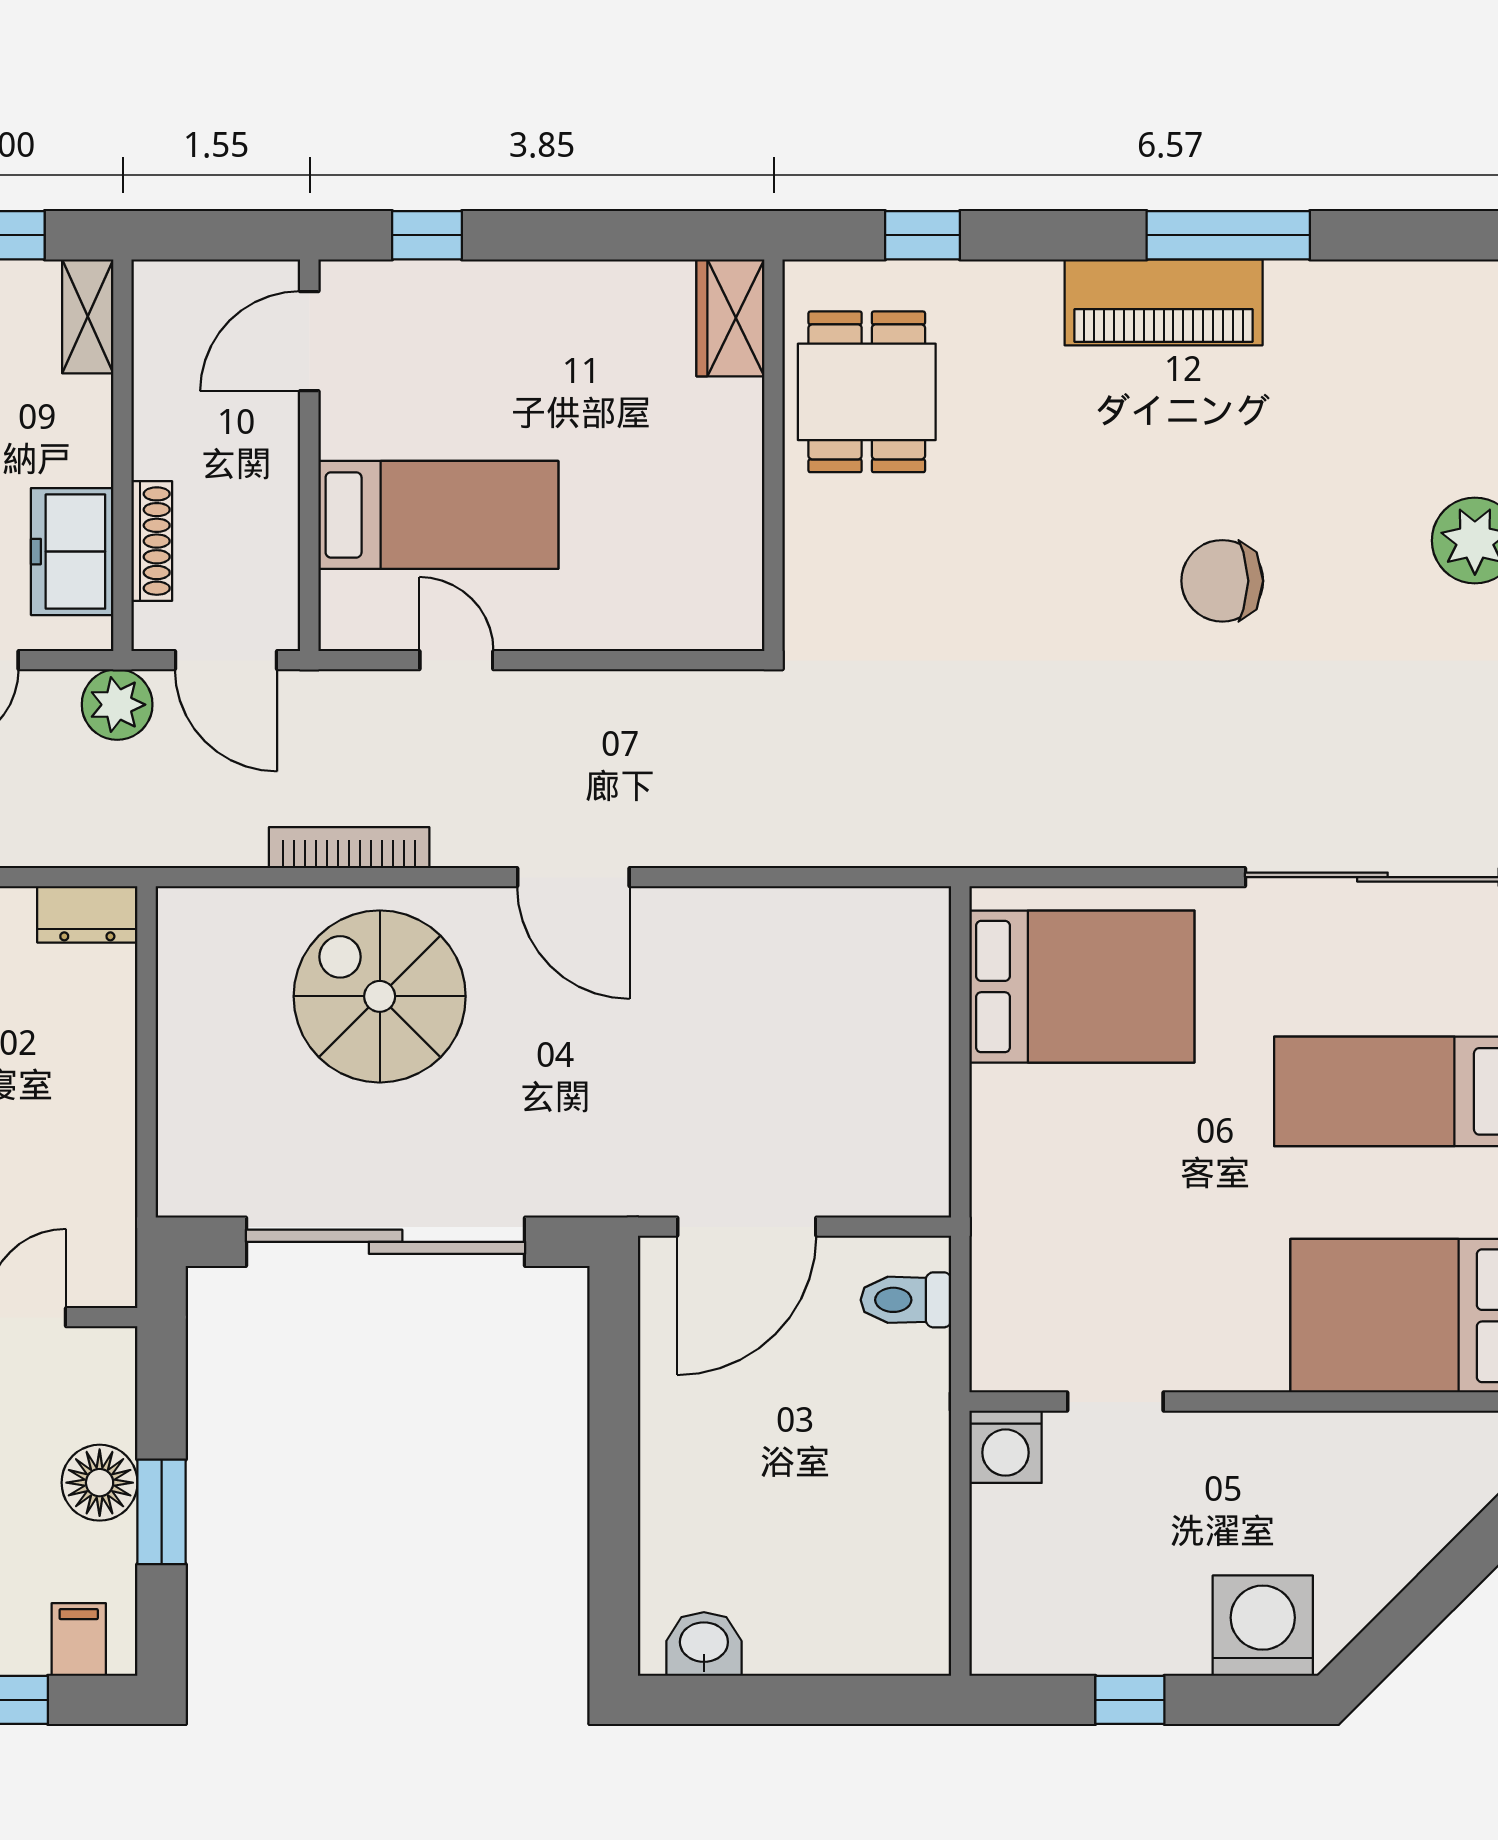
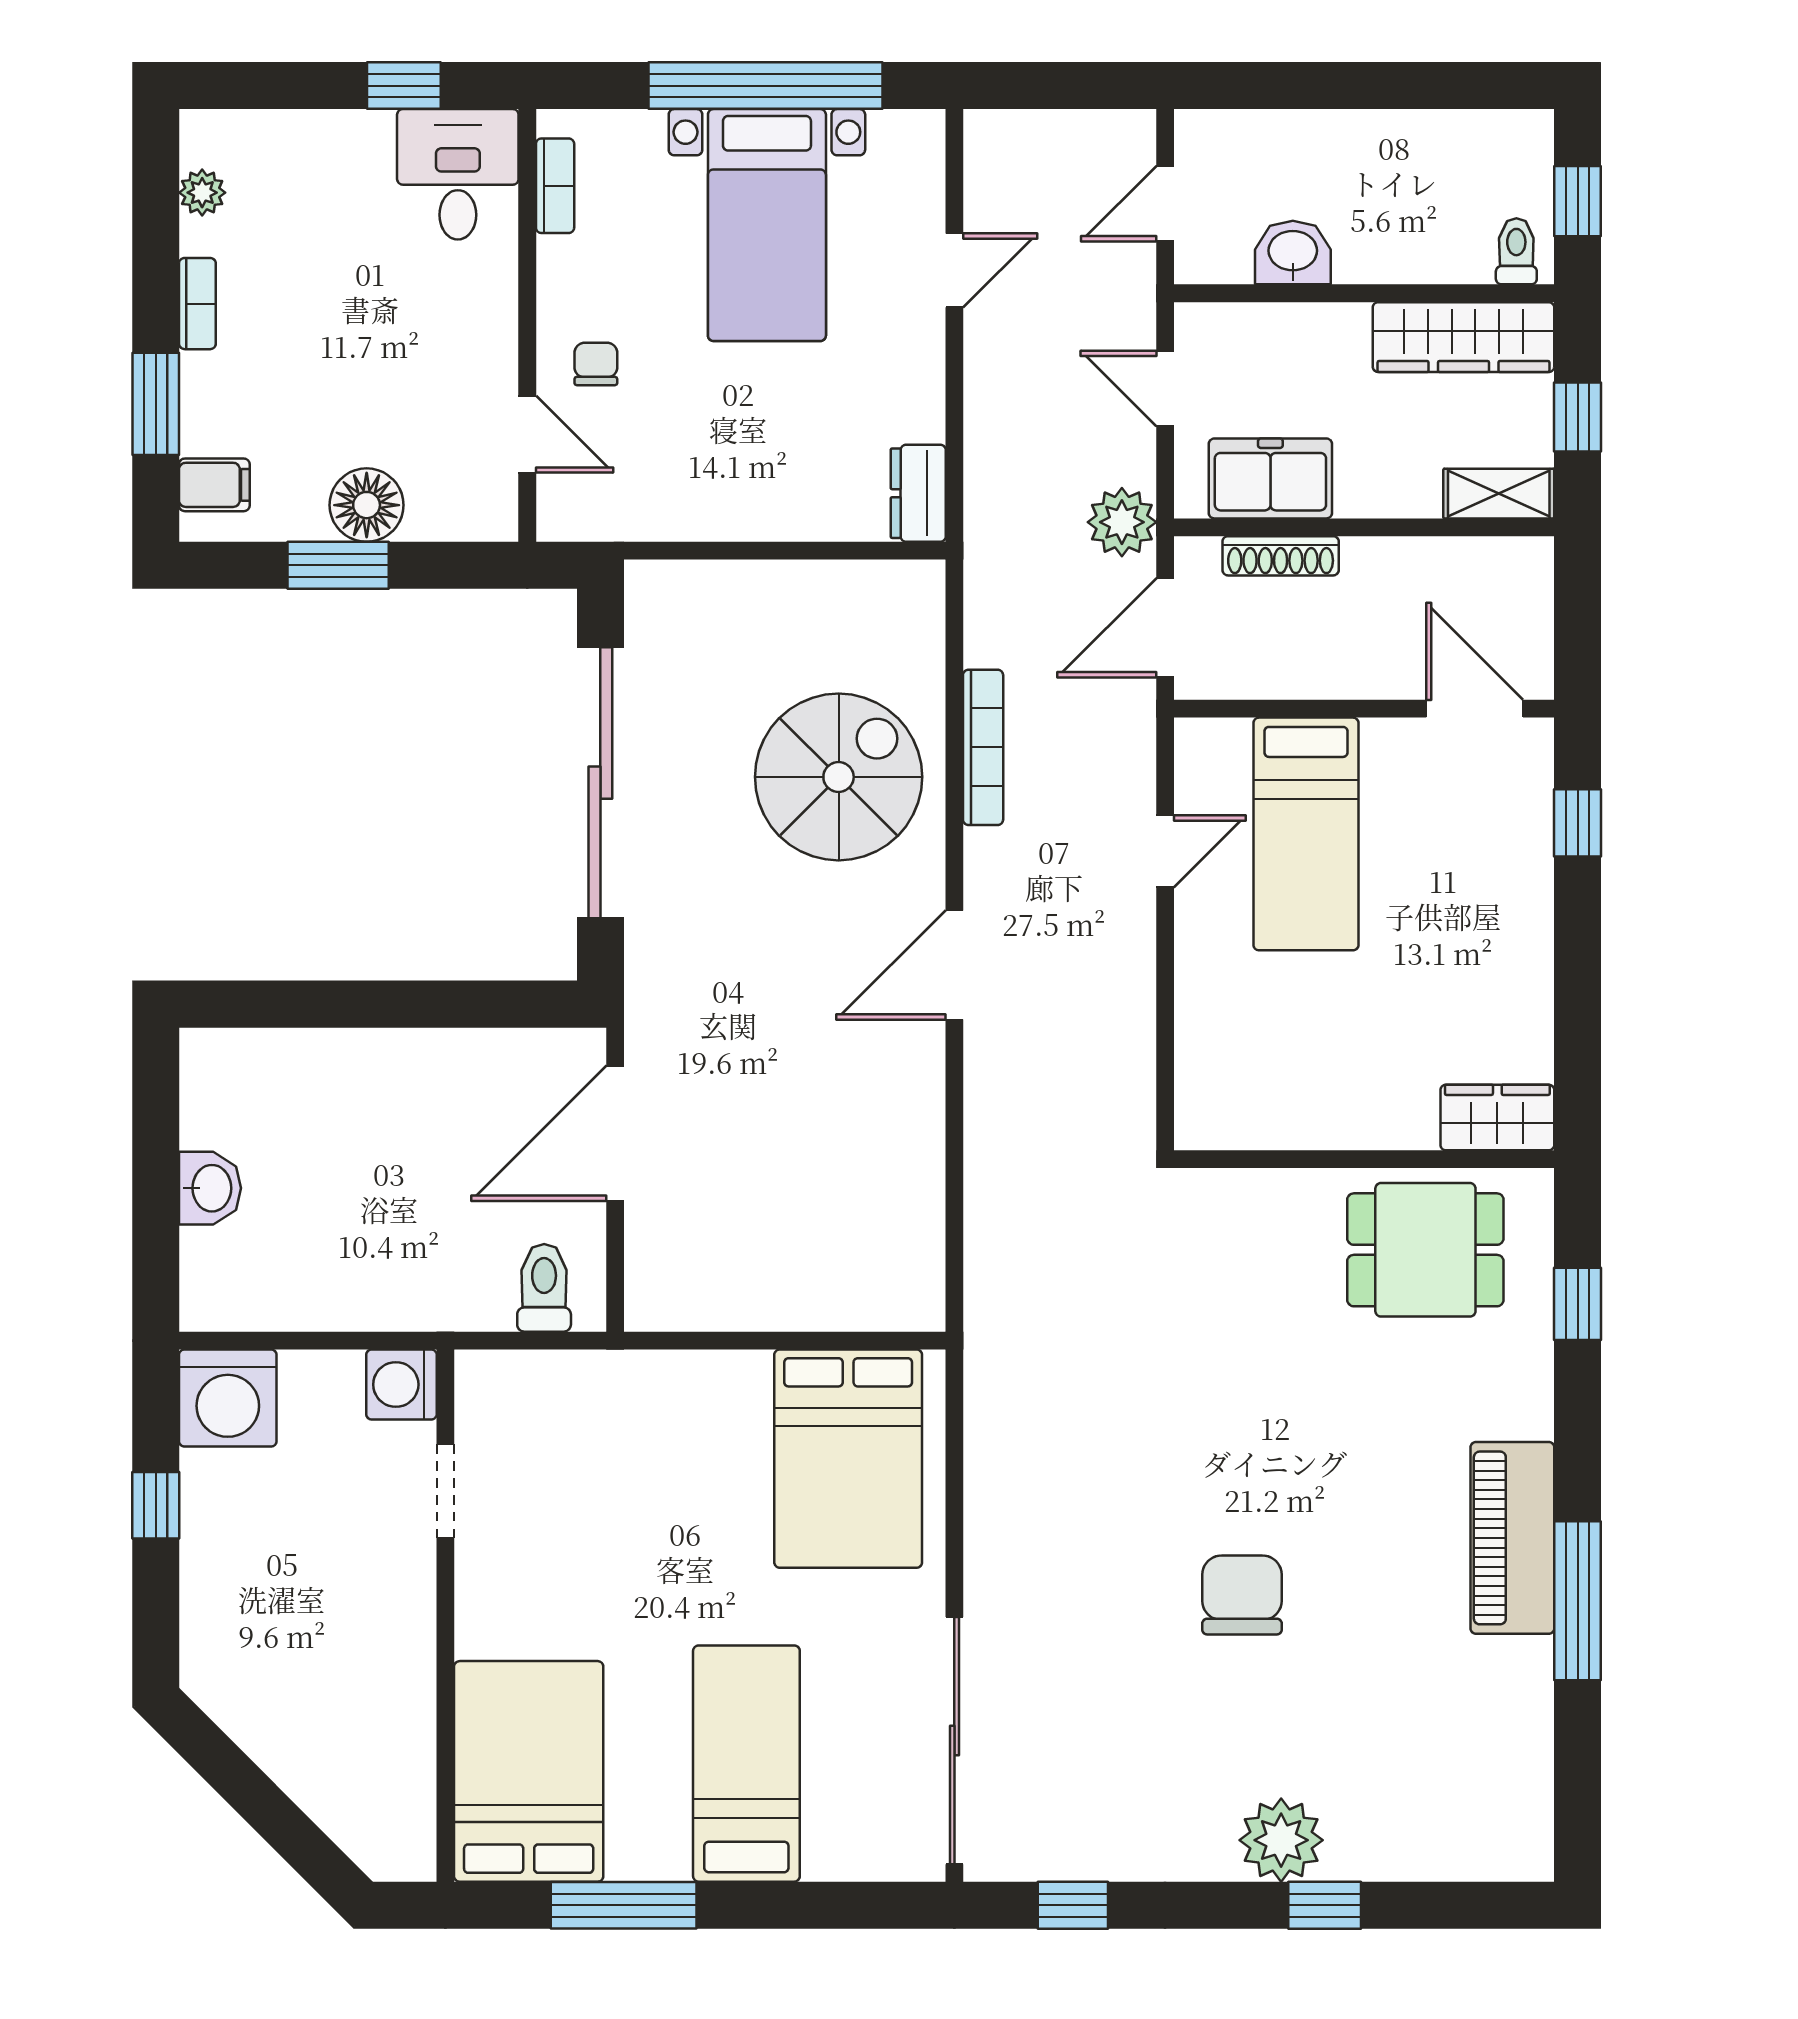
door: (747, 1227) -> (615, 1133), hinge flipped
washing machine: (1263, 1626) -> (228, 1398), moved, turned 90
washbasin: (704, 1644) -> (210, 1188), moved

